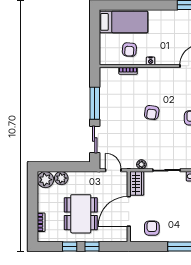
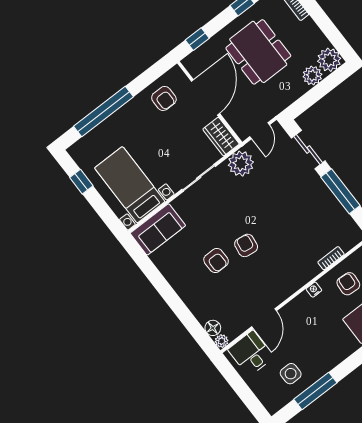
armchair: (152, 113) -> (246, 245), moved
plant: (141, 164) -> (241, 164), width x1.87, depth x1.87
door: (113, 170) -> (260, 131), hinge flipped
window: (92, 246) -> (197, 39), moved

